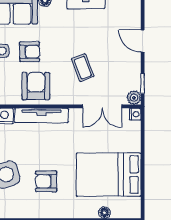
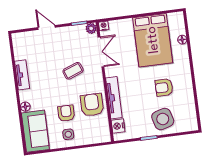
door: (143, 41) -> (47, 27), swing flipped
armchair: (36, 86) -> (92, 105), turned 90
armchair: (46, 181) -> (164, 87), turned 90

